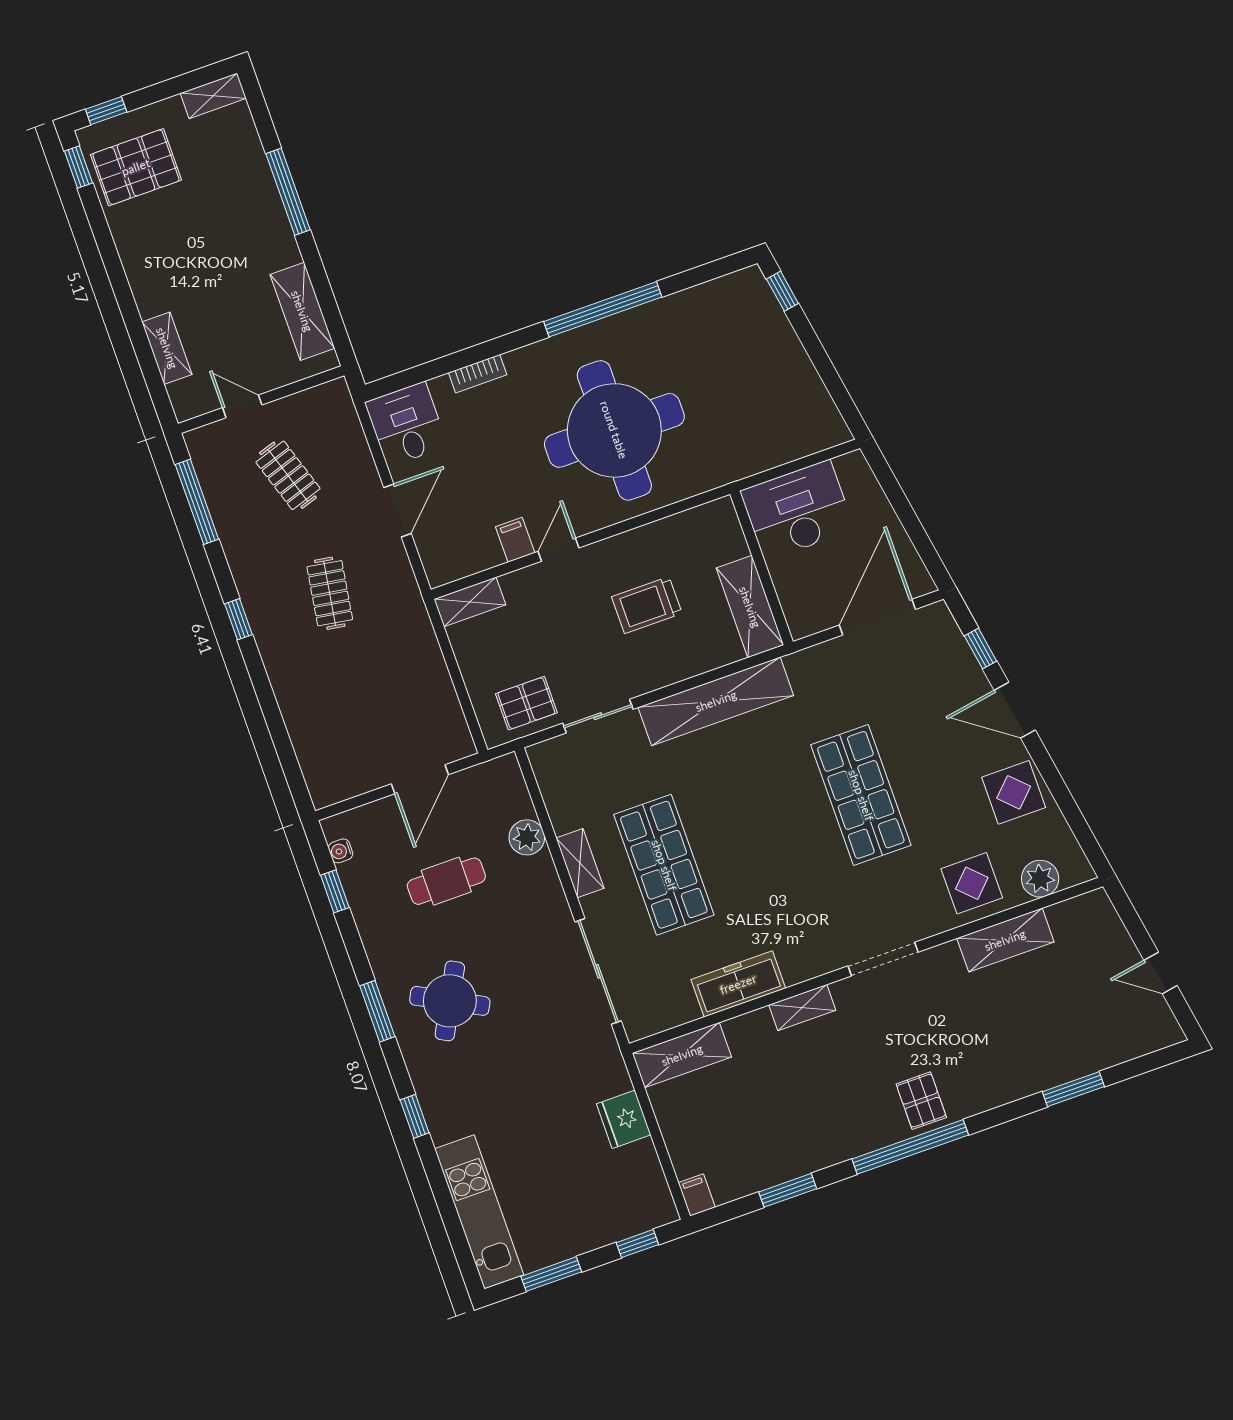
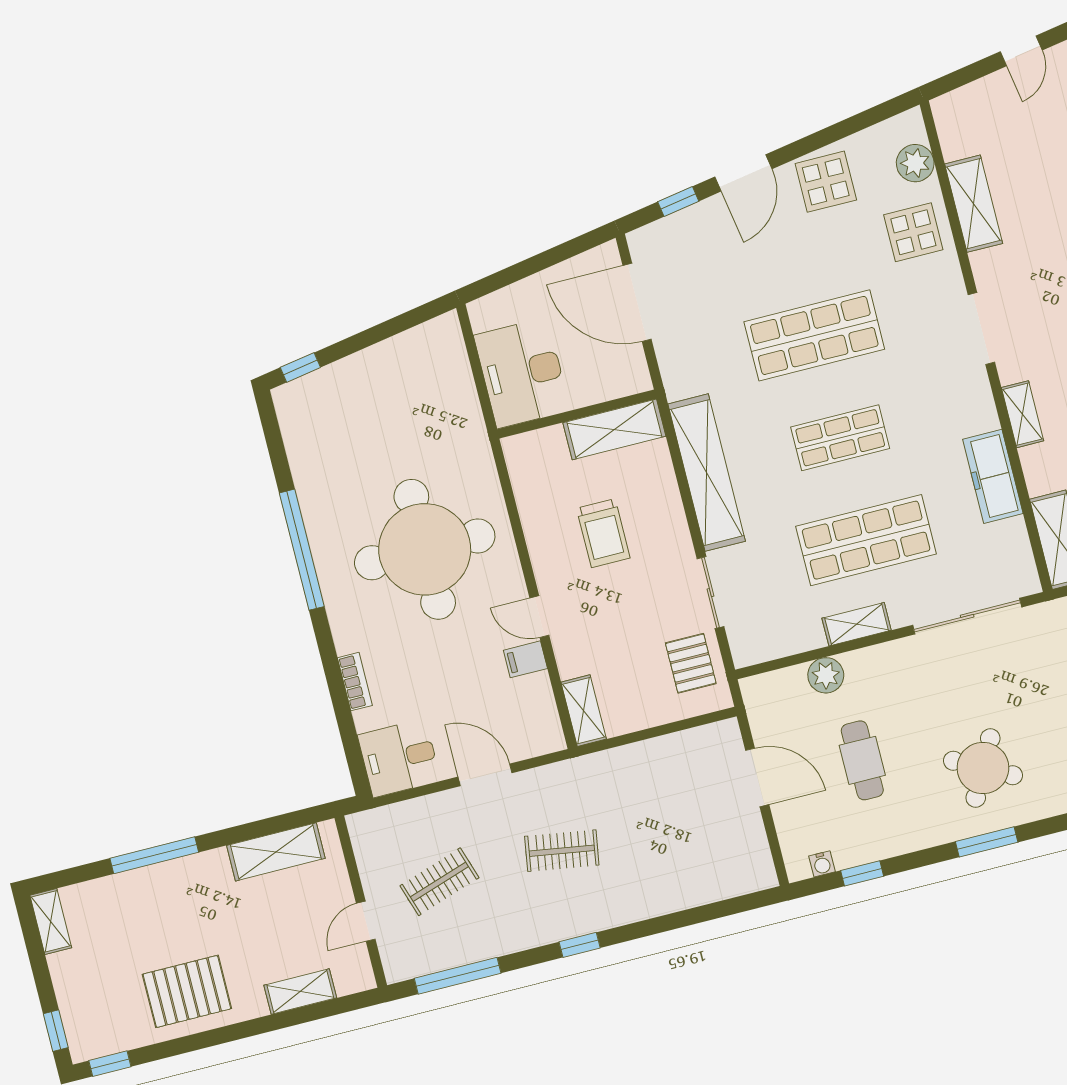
pallet: (136, 167) -> (187, 991), moved, turned 90
shop shelf: (762, 830) -> (840, 438), added

